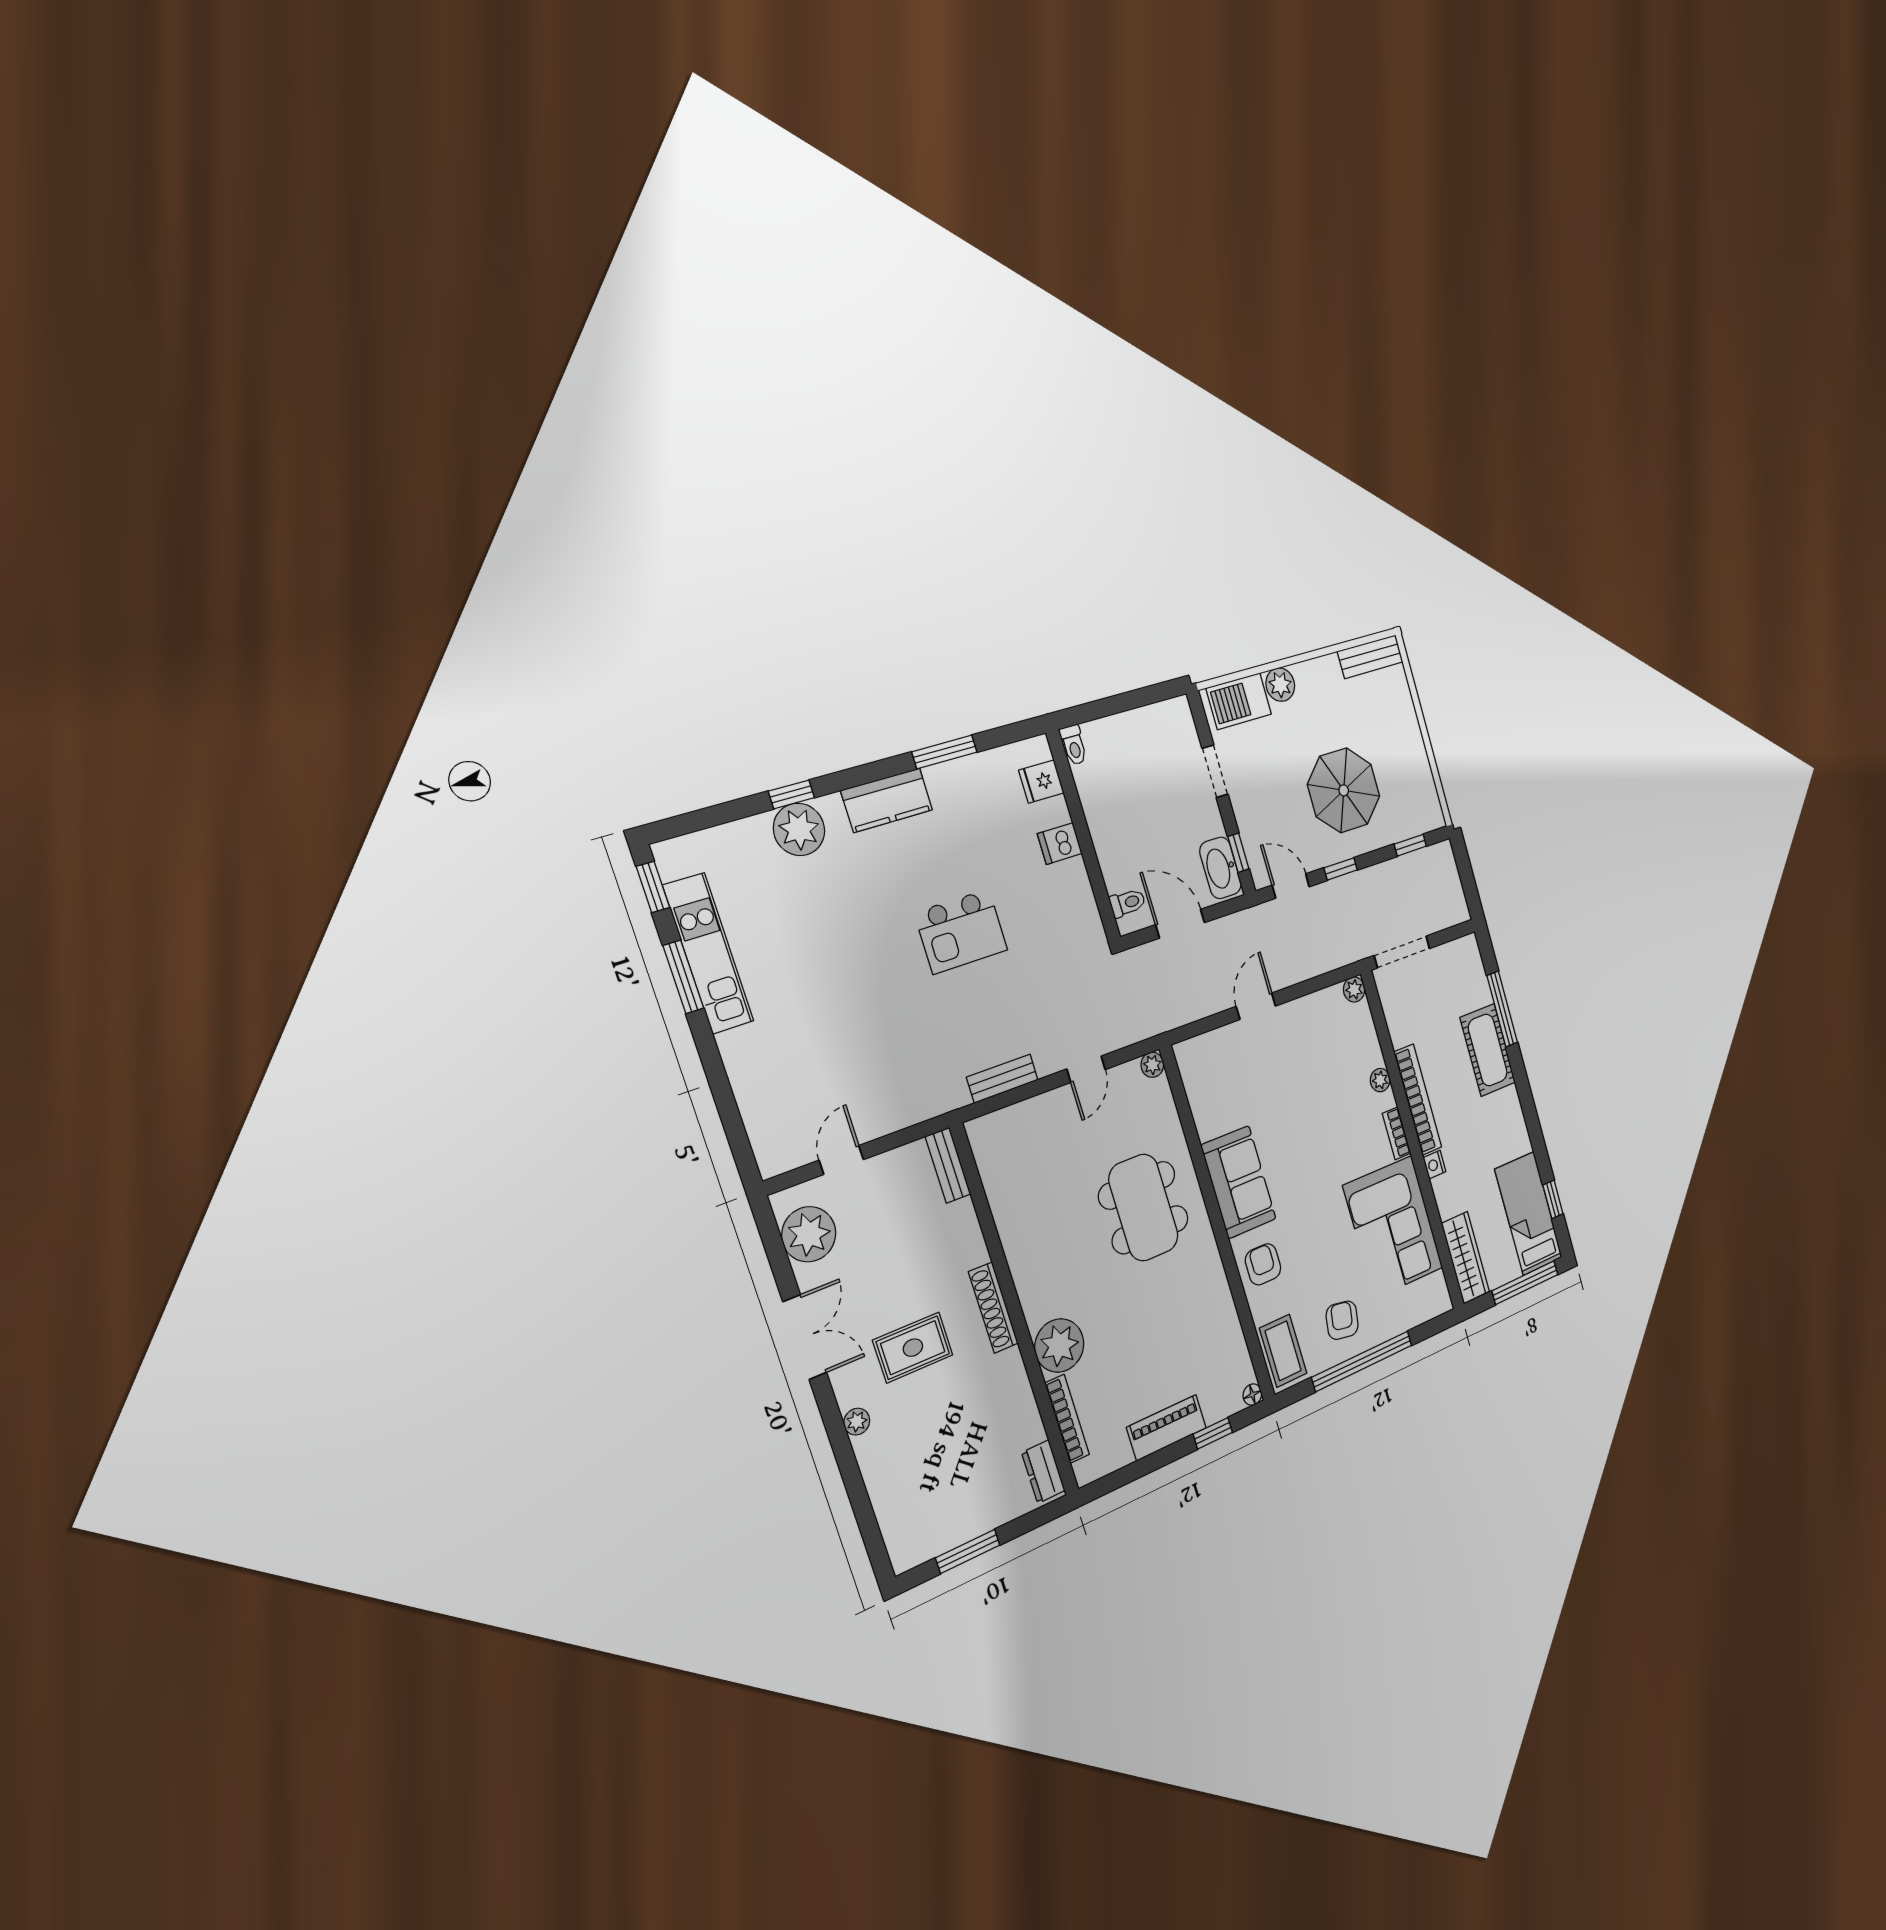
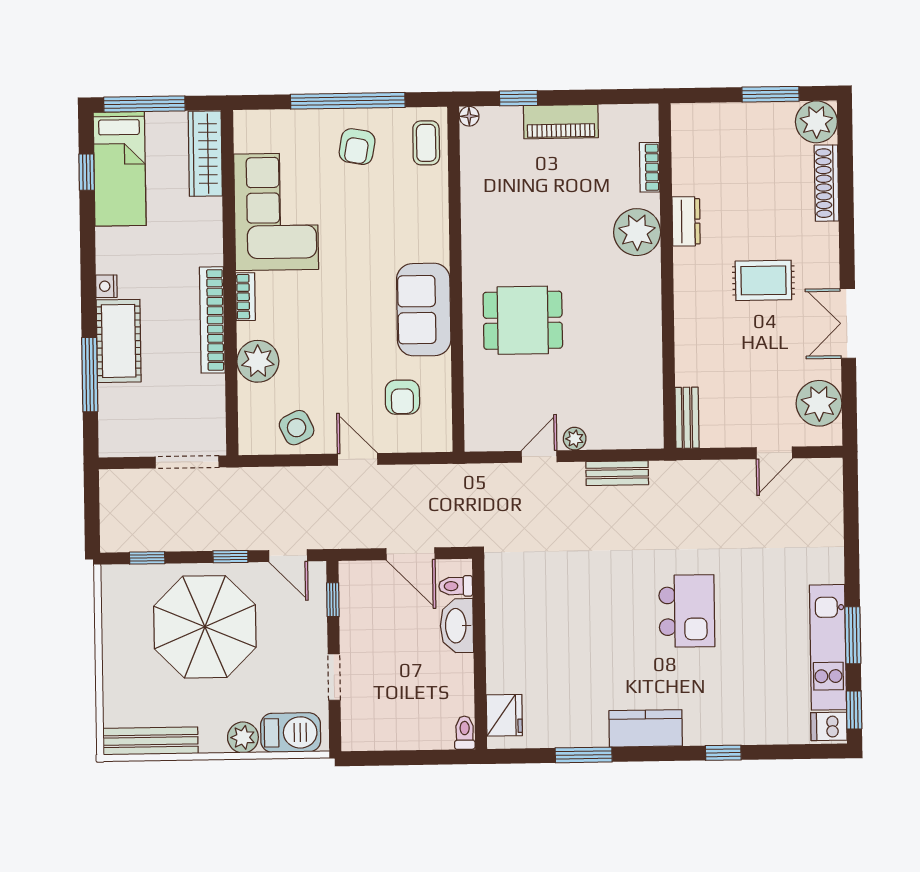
bench: (1370, 657) -> (150, 741), width x1.36
fridge: (1041, 781) -> (504, 715), width x1.38
parasol: (1344, 790) -> (205, 627), width x1.36, depth x1.36
plant: (799, 829) -> (726, 724), removed
dishwasher: (1060, 844) -> (829, 726), moved, turned 180
washbasin: (1220, 868) -> (457, 626), moved, turned 180
kitchen island: (961, 931) -> (687, 611), moved, turned 90
plant: (1354, 990) -> (250, 443), removed
door: (1256, 1006) -> (358, 459), swing flipped
side table: (1318, 1019) -> (297, 428), added
plant: (1152, 1065) -> (575, 439), moved
plant: (1380, 1080) -> (258, 361), width x1.88, depth x1.88
nightstand: (1434, 1165) -> (106, 286), moved, turned 180
dining table: (1143, 1208) -> (523, 320), width x0.73
armchair: (1263, 1264) -> (402, 397), moved
shoe rack: (993, 1308) -> (827, 183), moved, turned 180
coffee table: (1283, 1351) -> (426, 143), width x0.73, depth x0.77
bookcase: (1067, 1419) -> (650, 167), width x0.64
plant: (857, 1422) -> (816, 122), moved, width x1.87, depth x1.87
dresser: (1043, 1472) -> (686, 221), moved

